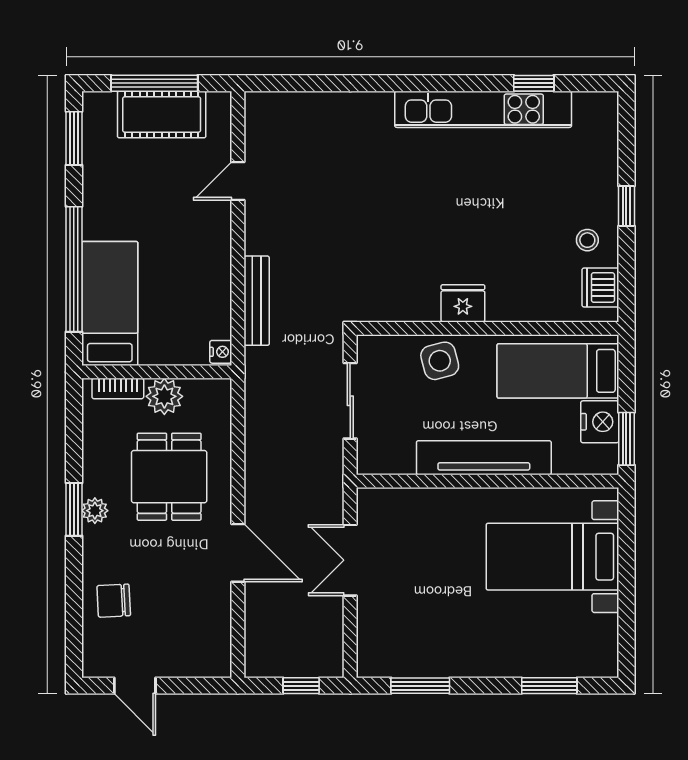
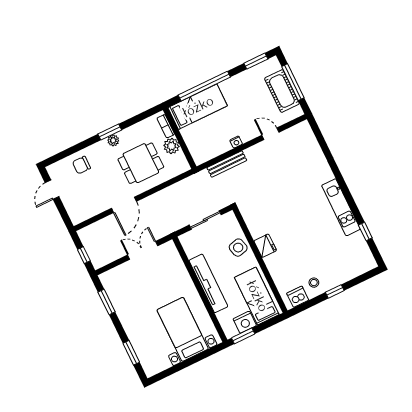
kitchen unit: (483, 109) -> (341, 207), width x0.73
nightstand: (221, 352) -> (236, 142), moved
chair: (114, 601) -> (81, 165), turned -87

